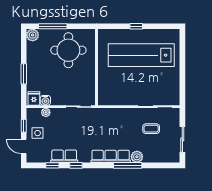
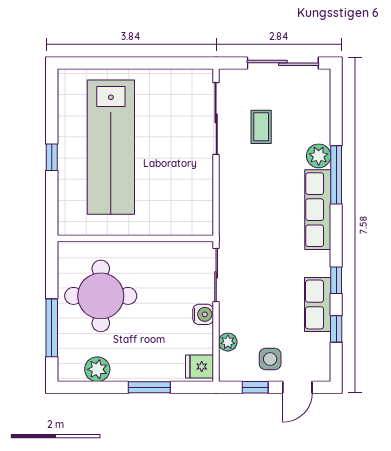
plant: (33, 35) -> (97, 369), moved
water cooler: (45, 100) -> (203, 314), moved
sliding door: (182, 139) -> (283, 63), width x1.37

